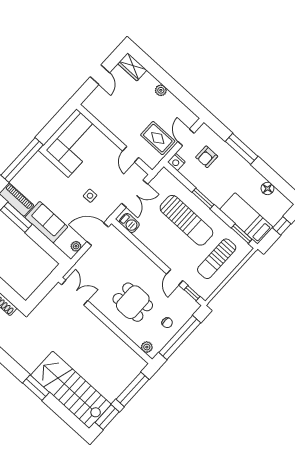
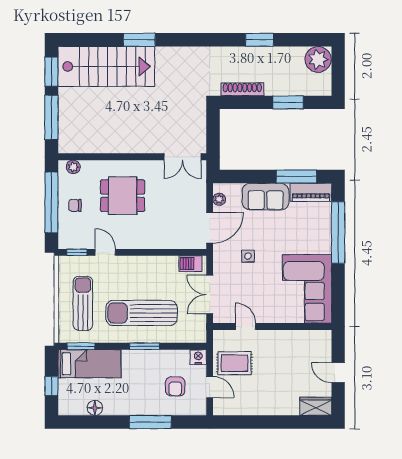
plant: (161, 90) -> (271, 409), removed
armchair: (207, 157) -> (175, 386), turned 180

